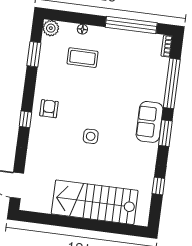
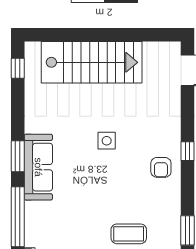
sofa: (150, 122) -> (38, 167), width x1.36
window: (158, 186) -> (18, 68), moved

